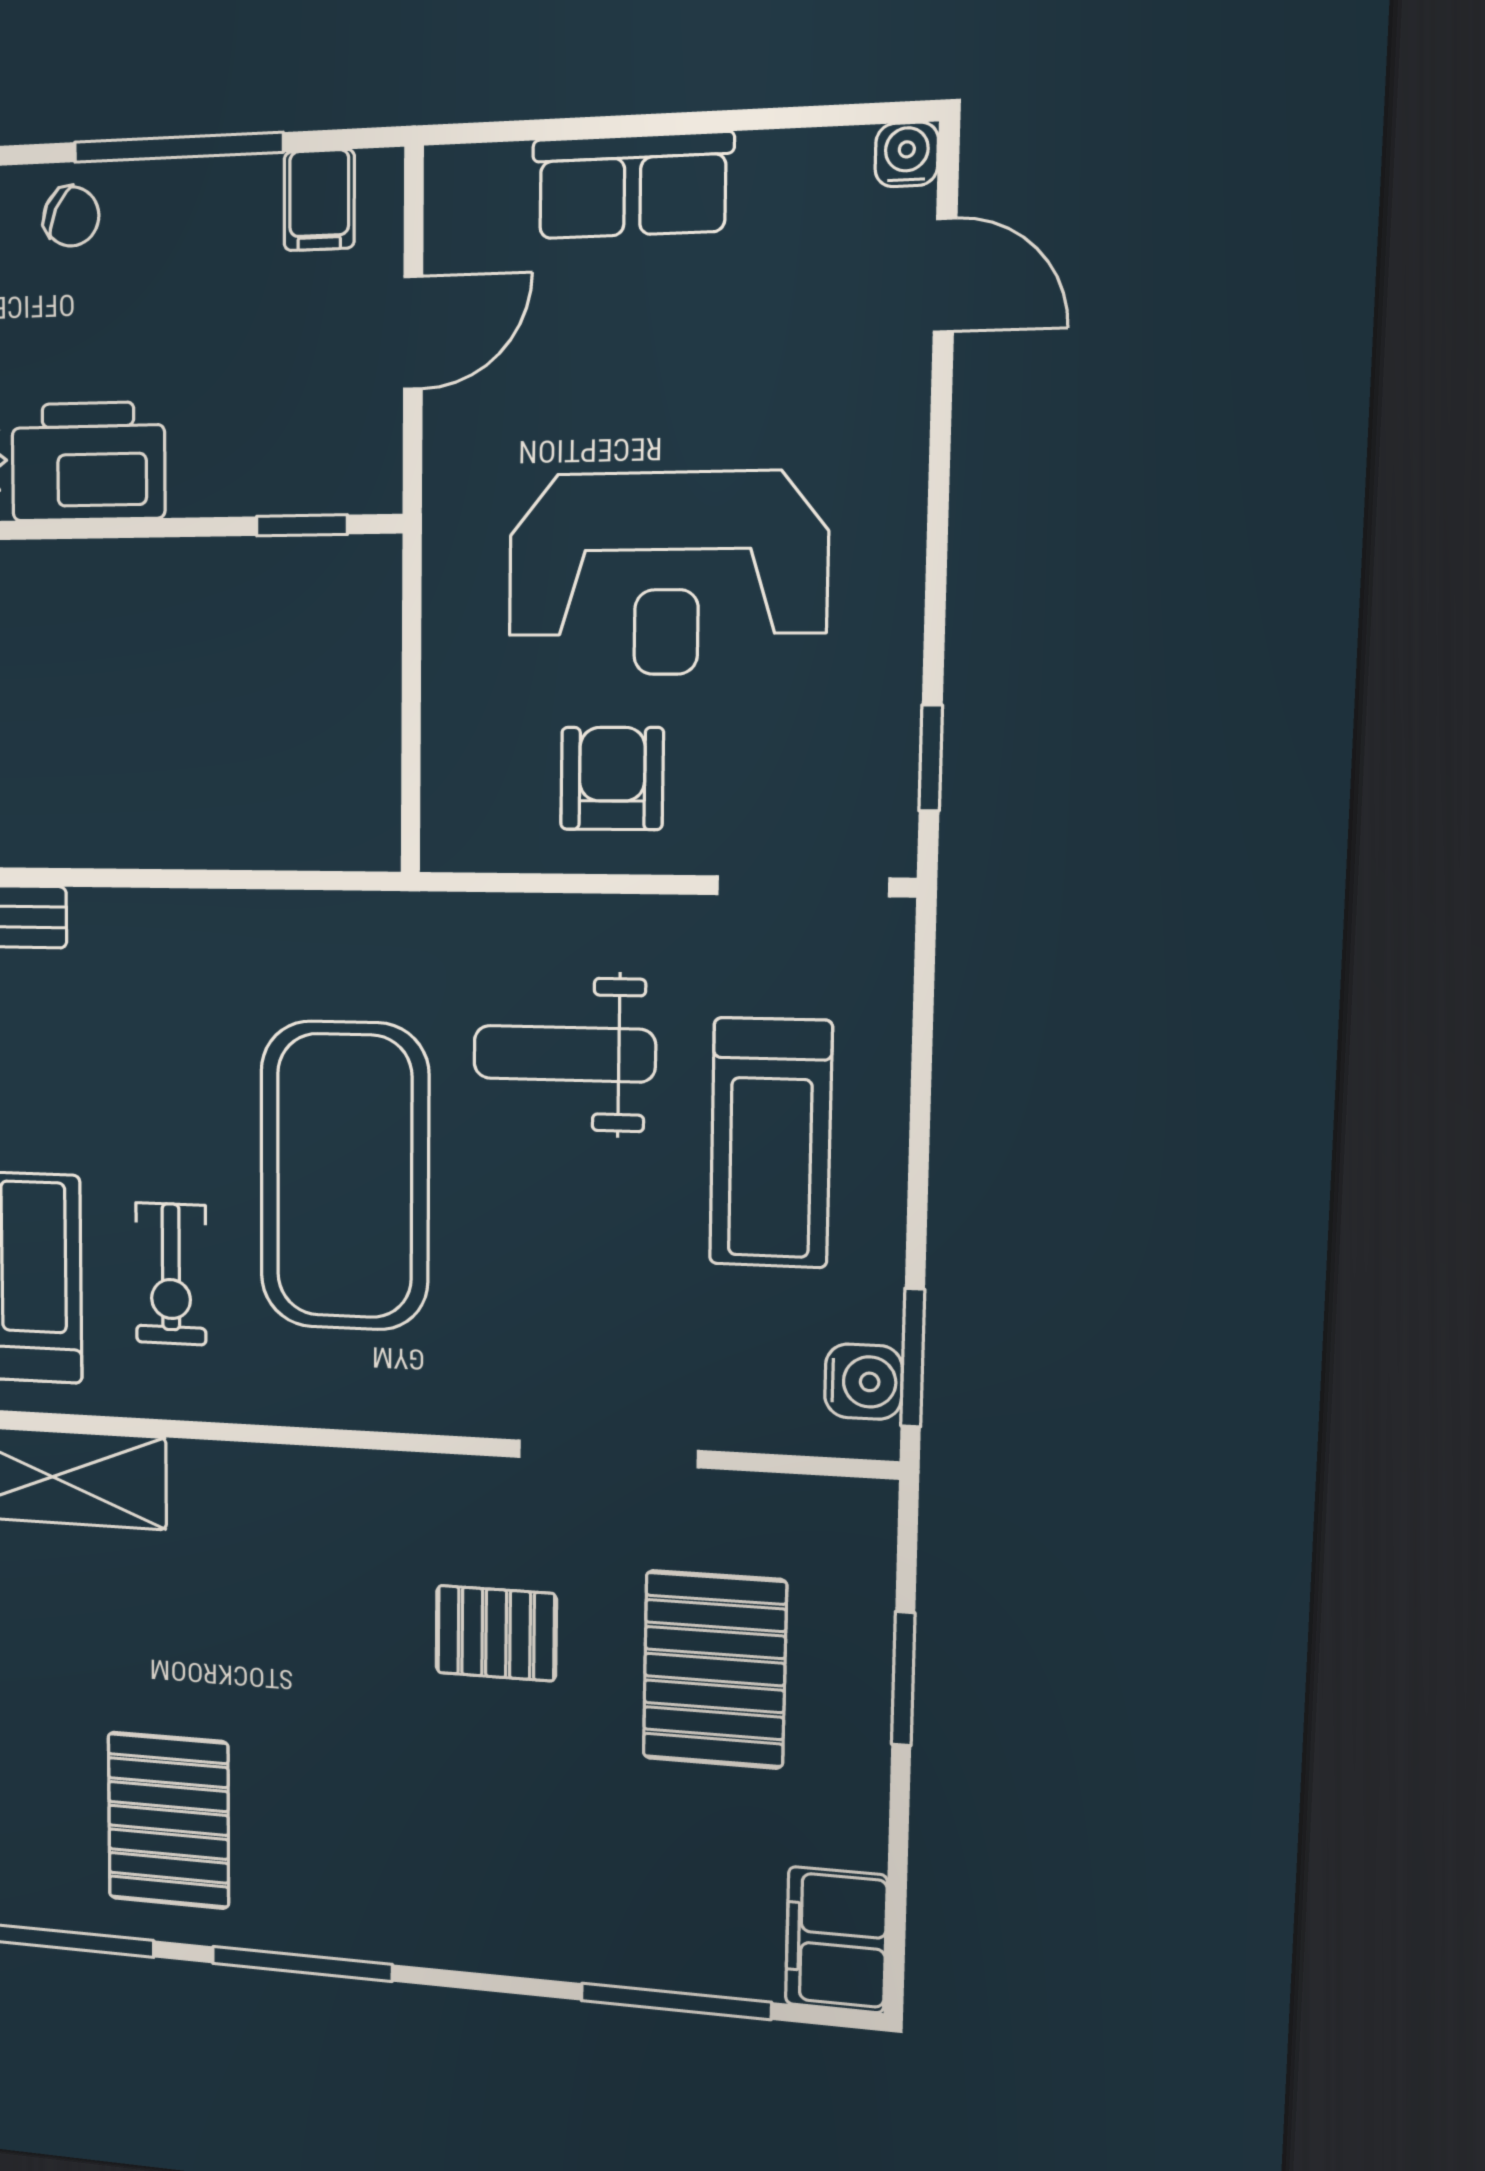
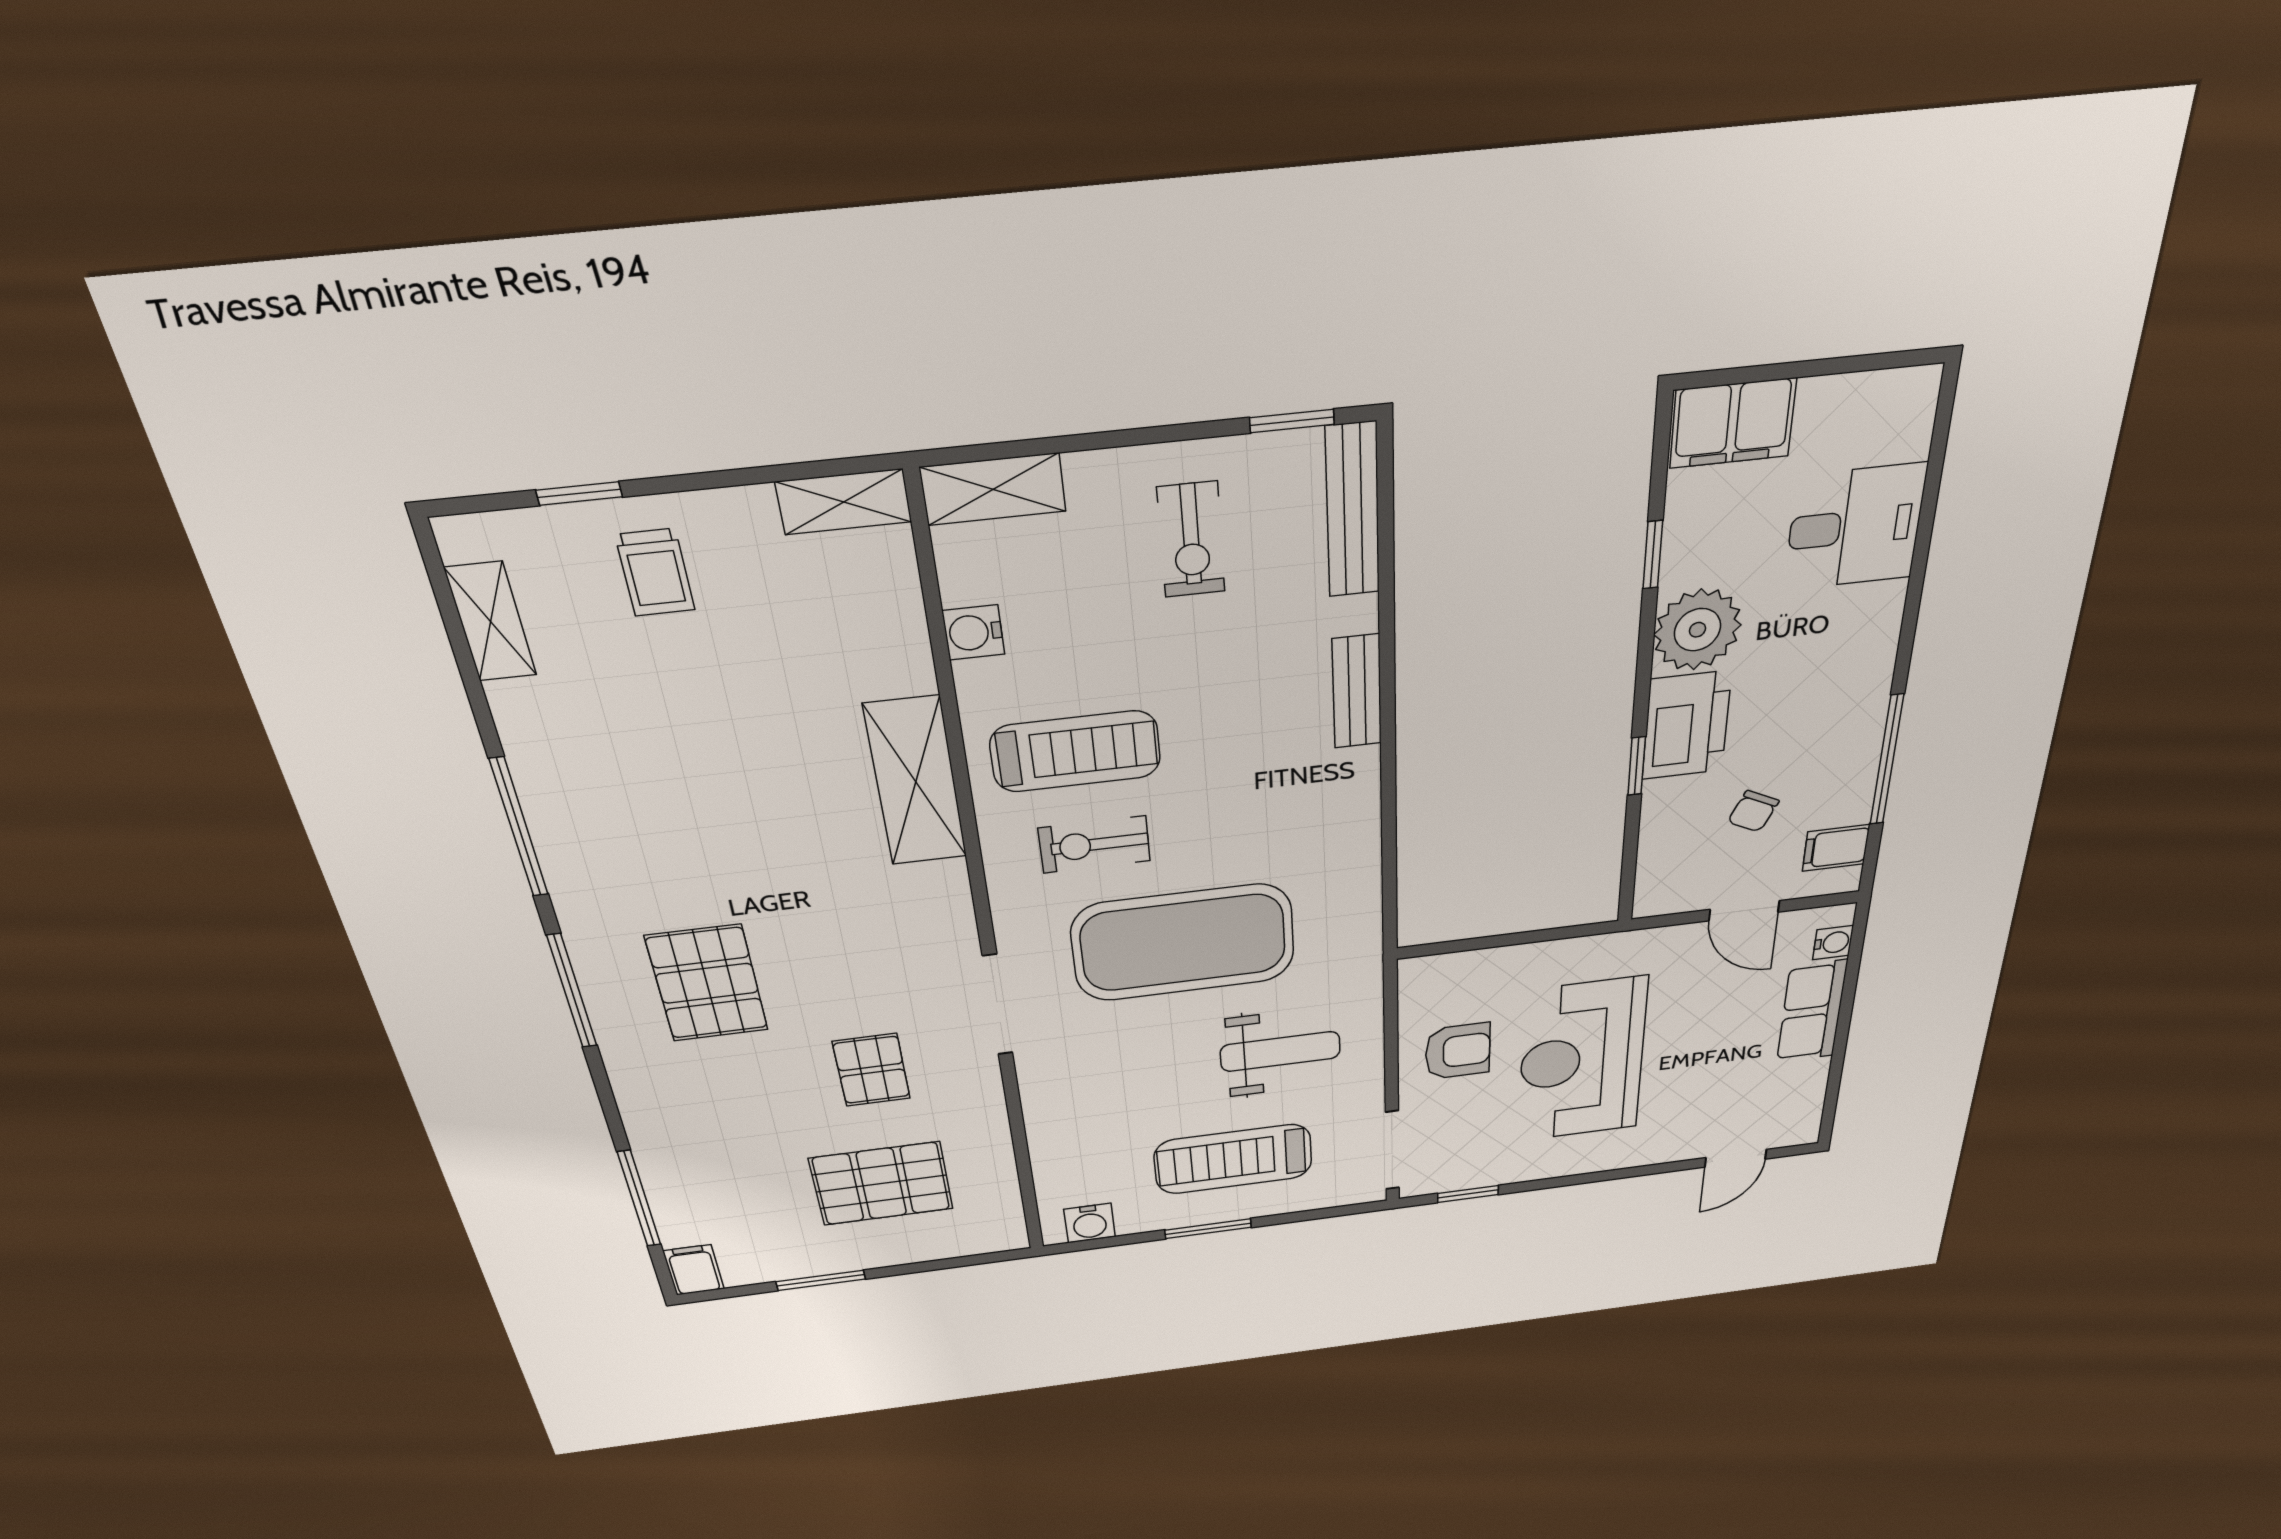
water cooler: (907, 154) -> (1833, 943), moved
chair: (71, 216) -> (1753, 811), moved
window: (302, 525) -> (1637, 766), moved
weight bench: (564, 1054) -> (1280, 1052), turned 90
window: (913, 1358) -> (1208, 1229), moved
doorway: (608, 1454) -> (998, 1005), moved
window: (903, 1679) -> (821, 1280), moved
pallet: (168, 1820) -> (707, 983), moved, turned 90
filing cabinet: (836, 1940) -> (694, 1270), width x0.50

